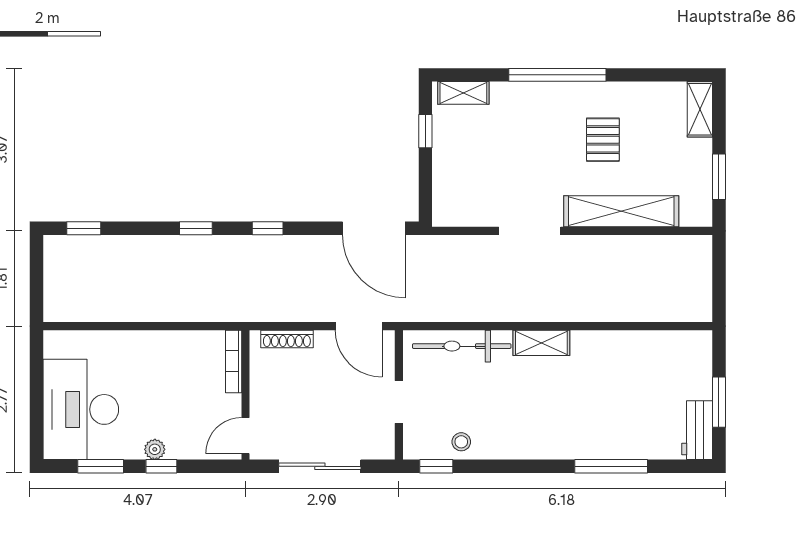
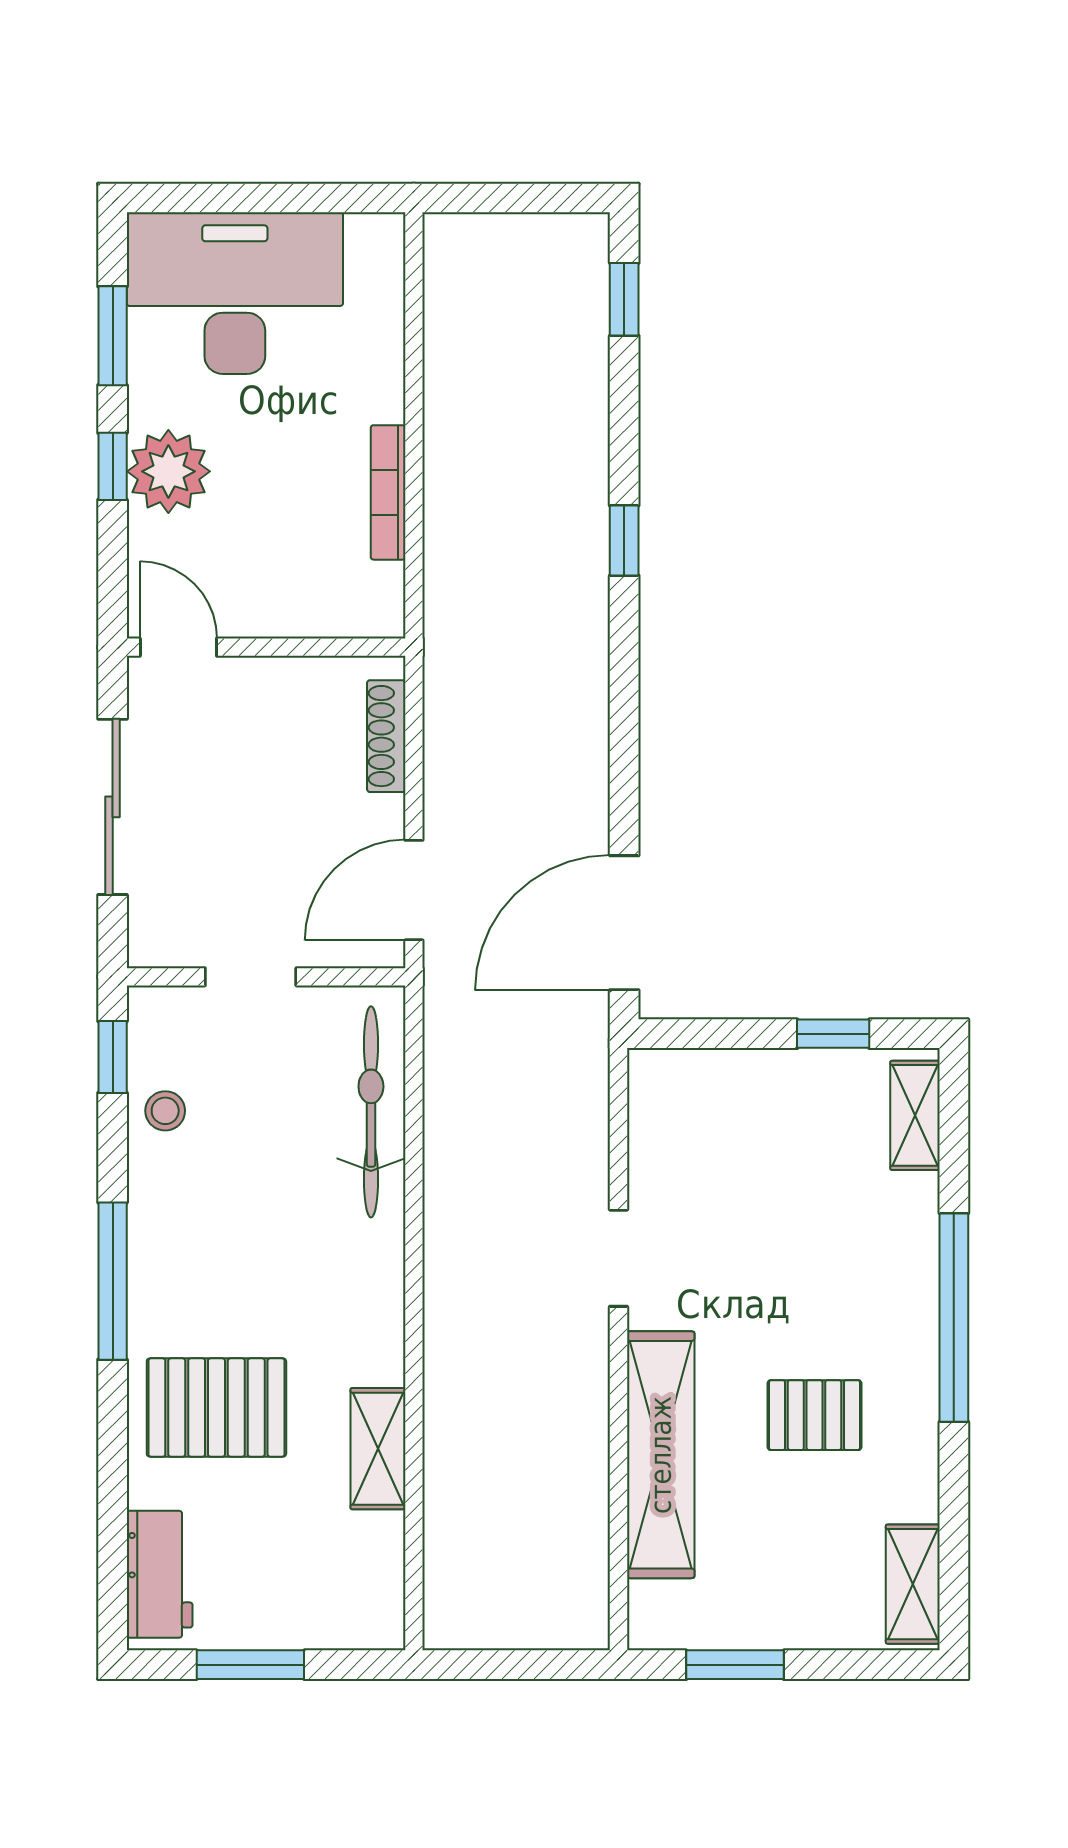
shelving: (700, 109) -> (913, 1584), moved, turned 90
window: (268, 228) -> (624, 694), removed
doorway: (530, 231) -> (619, 1258), width x0.73
shelving: (541, 343) -> (378, 1449), moved
bookcase: (234, 361) -> (388, 492), moved, turned -90
pallet: (599, 418) -> (216, 1408), added
workbench: (697, 430) -> (160, 1574), moved, turned 90
plant: (155, 449) -> (168, 471), width x1.88, depth x1.88
window: (611, 466) -> (113, 1281), moved

